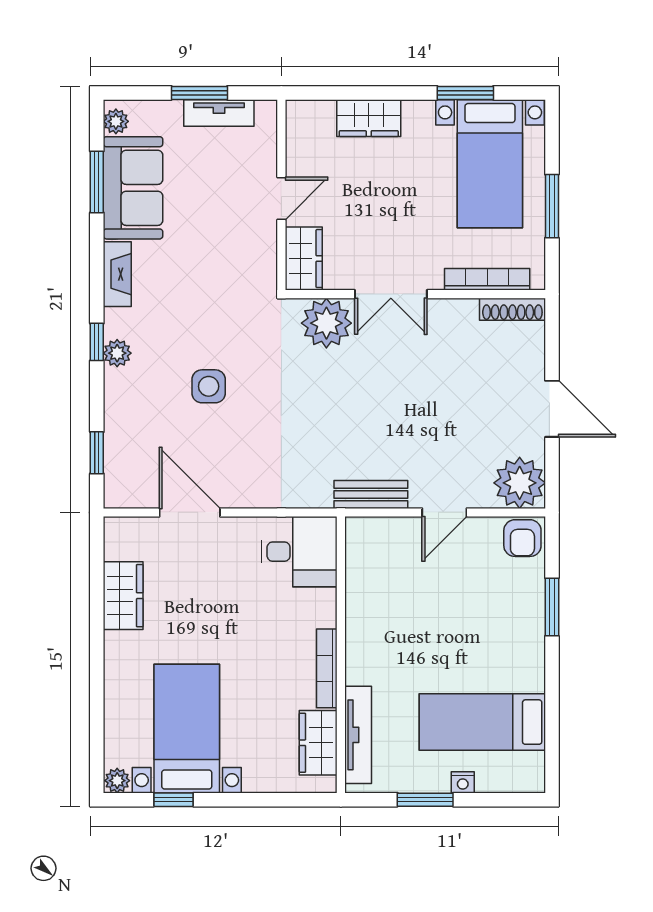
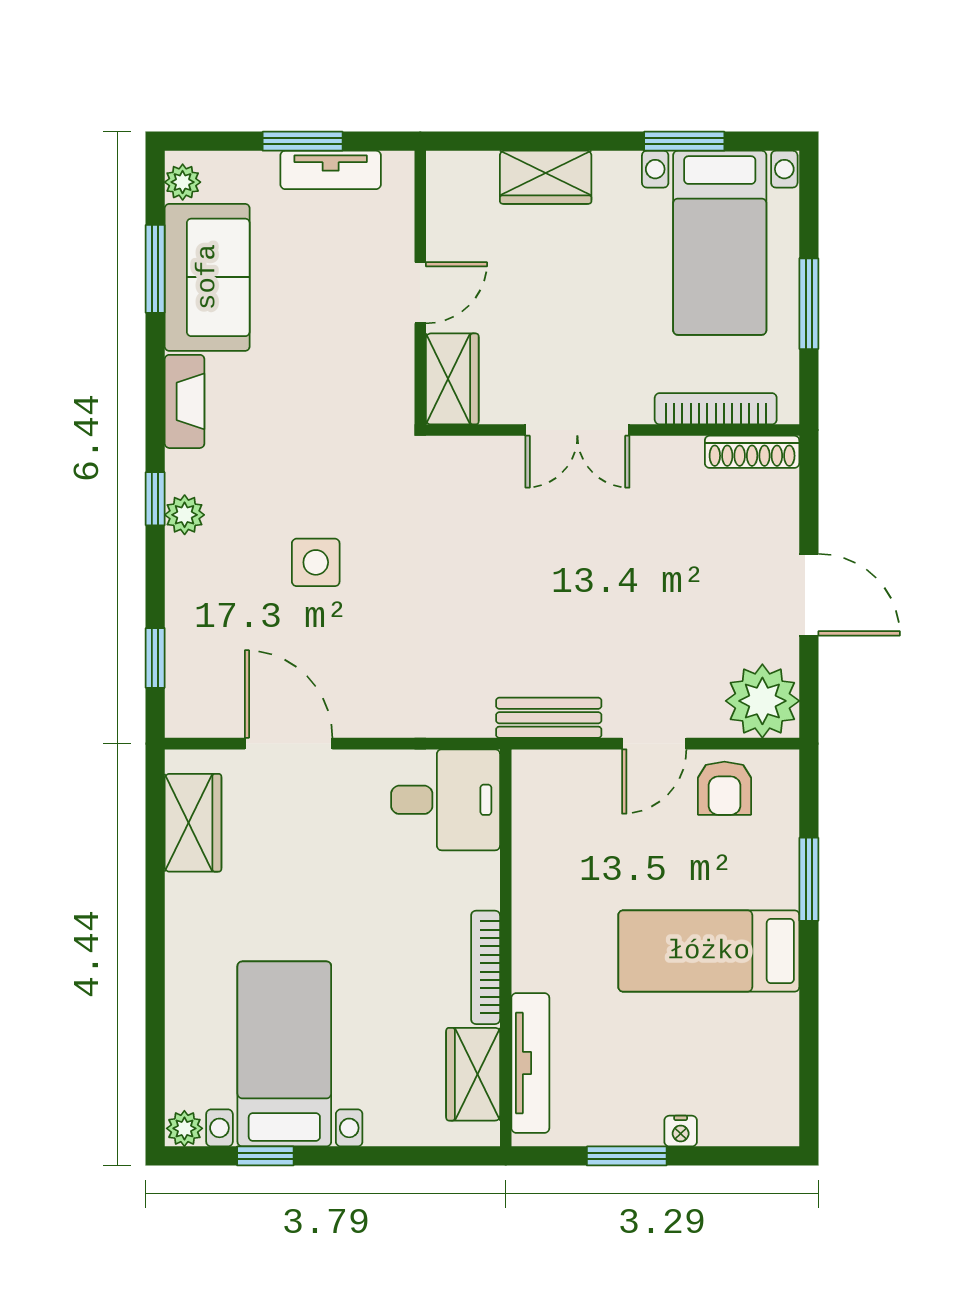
plant: (326, 323) -> (485, 472), removed
armchair: (522, 538) -> (724, 788), moved
wardrobe: (123, 596) -> (193, 823), moved
bed: (482, 722) -> (709, 951), moved

